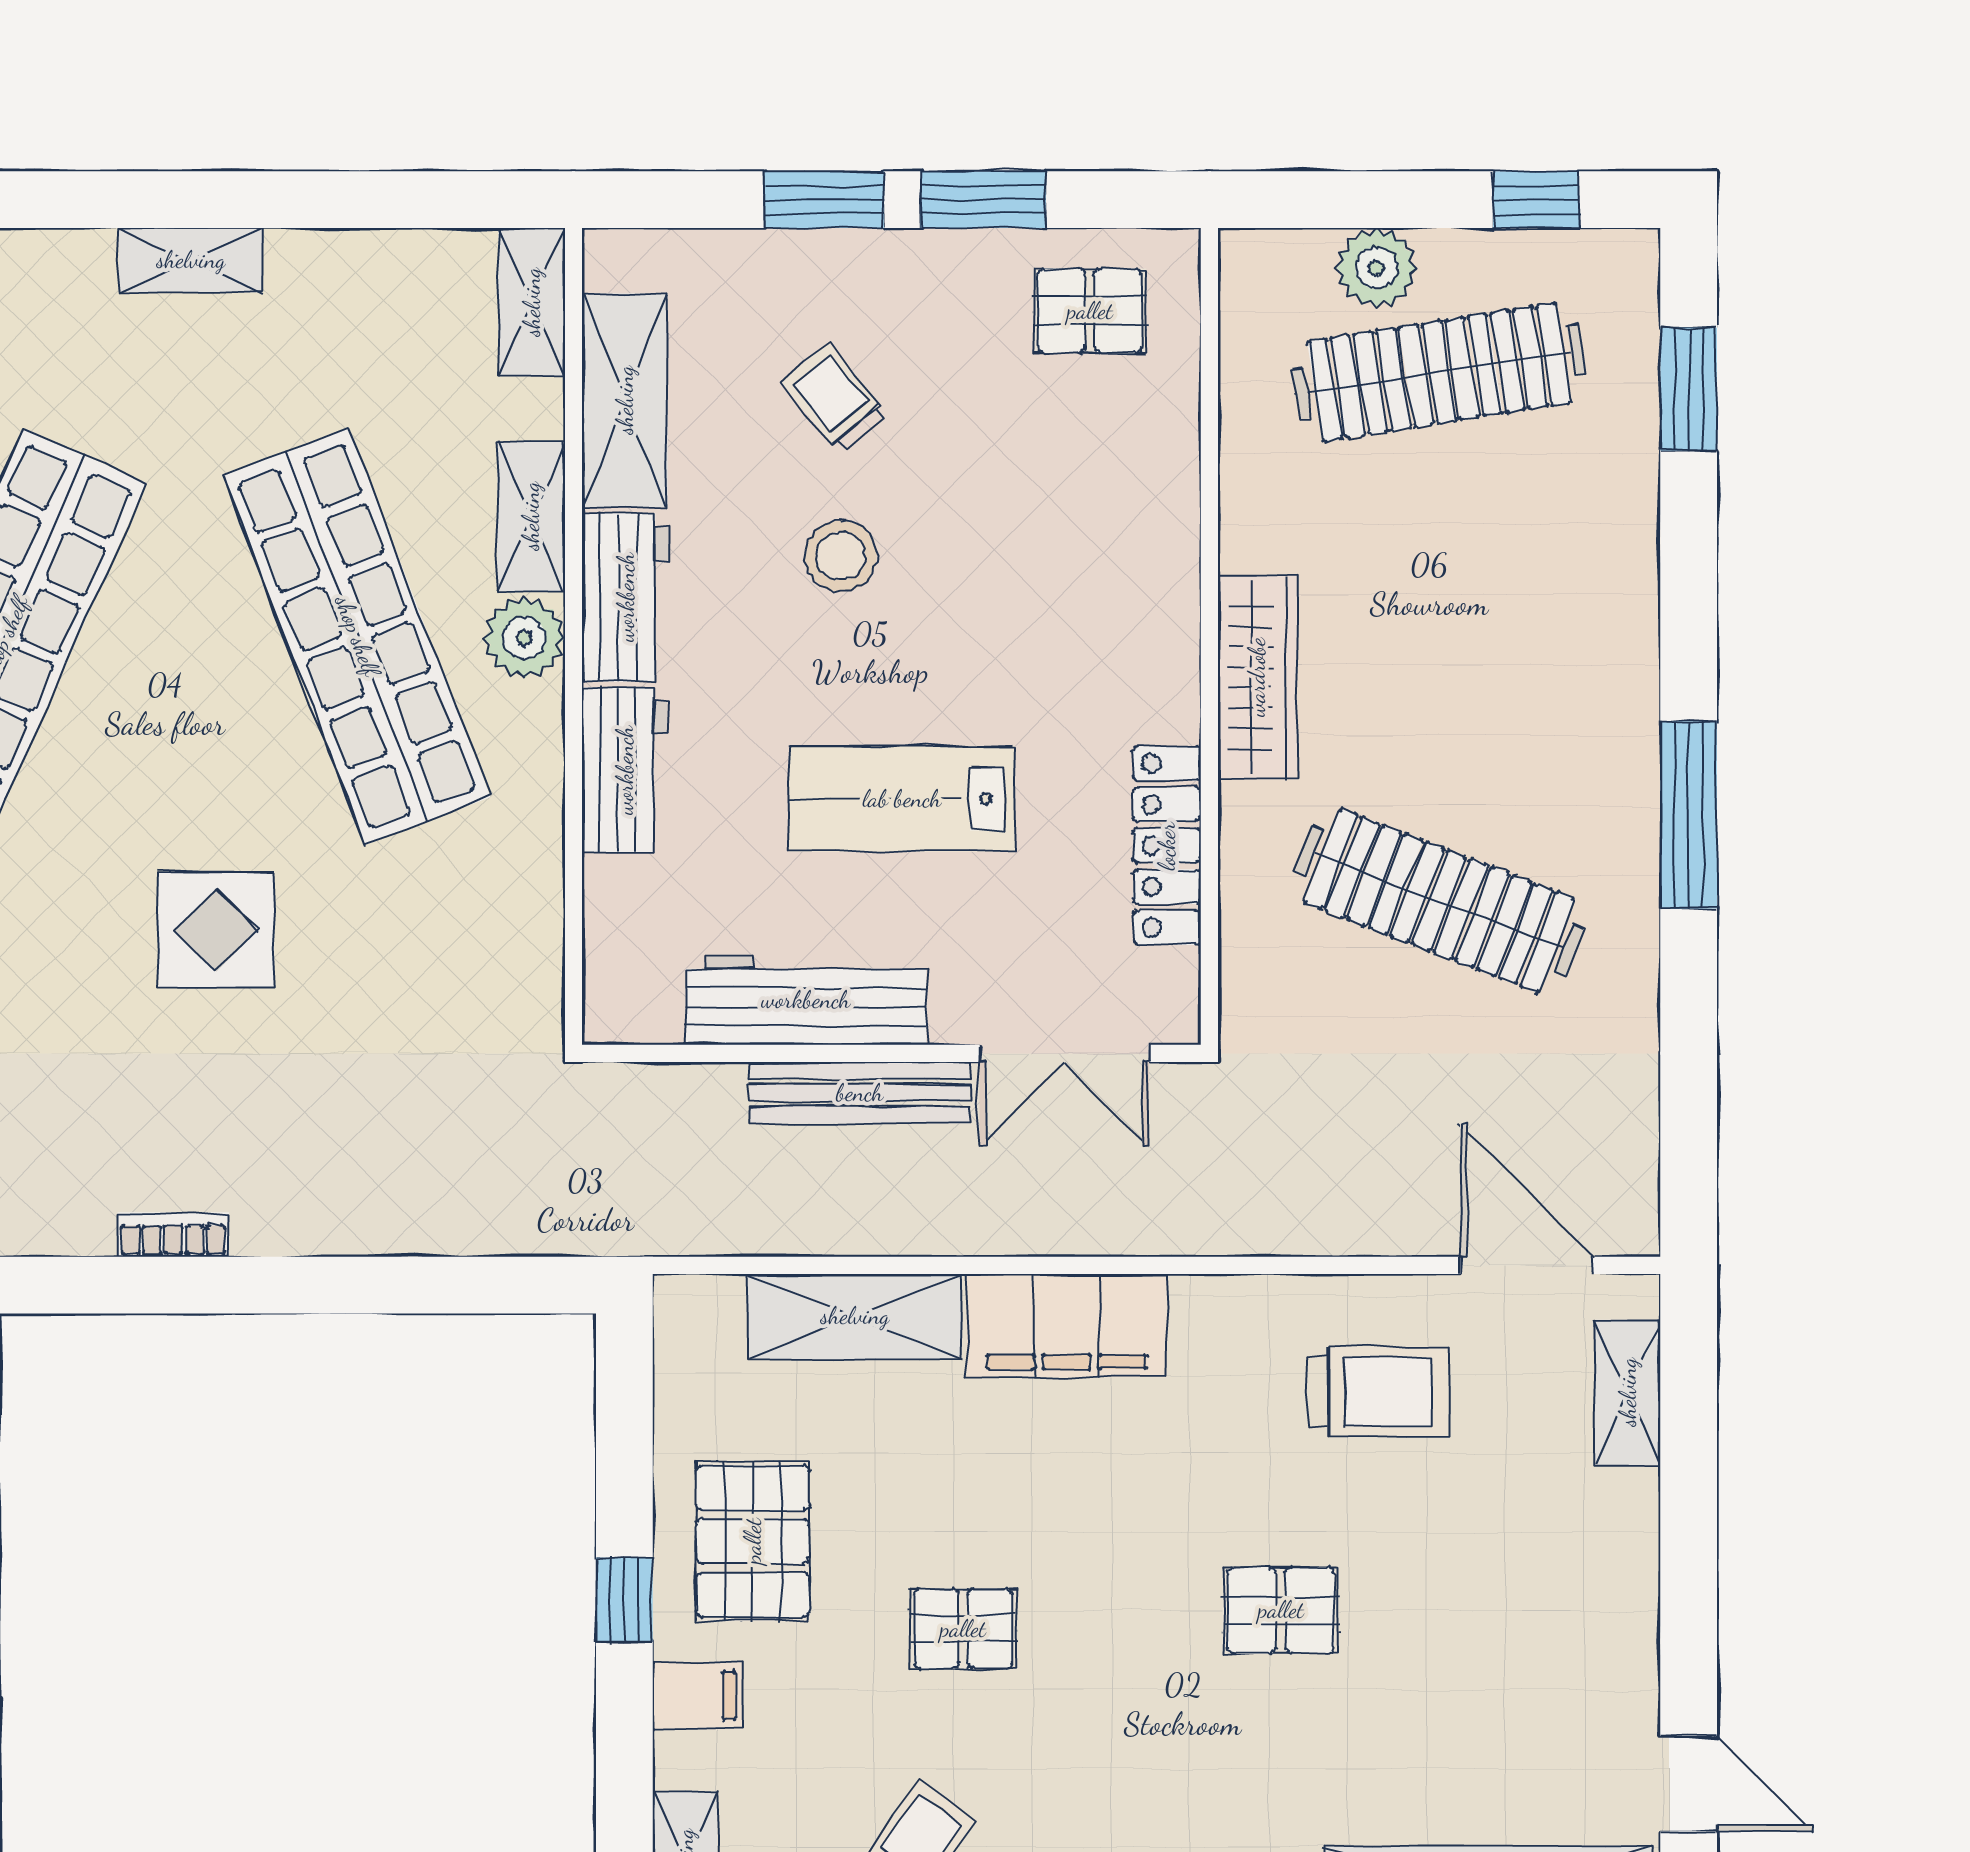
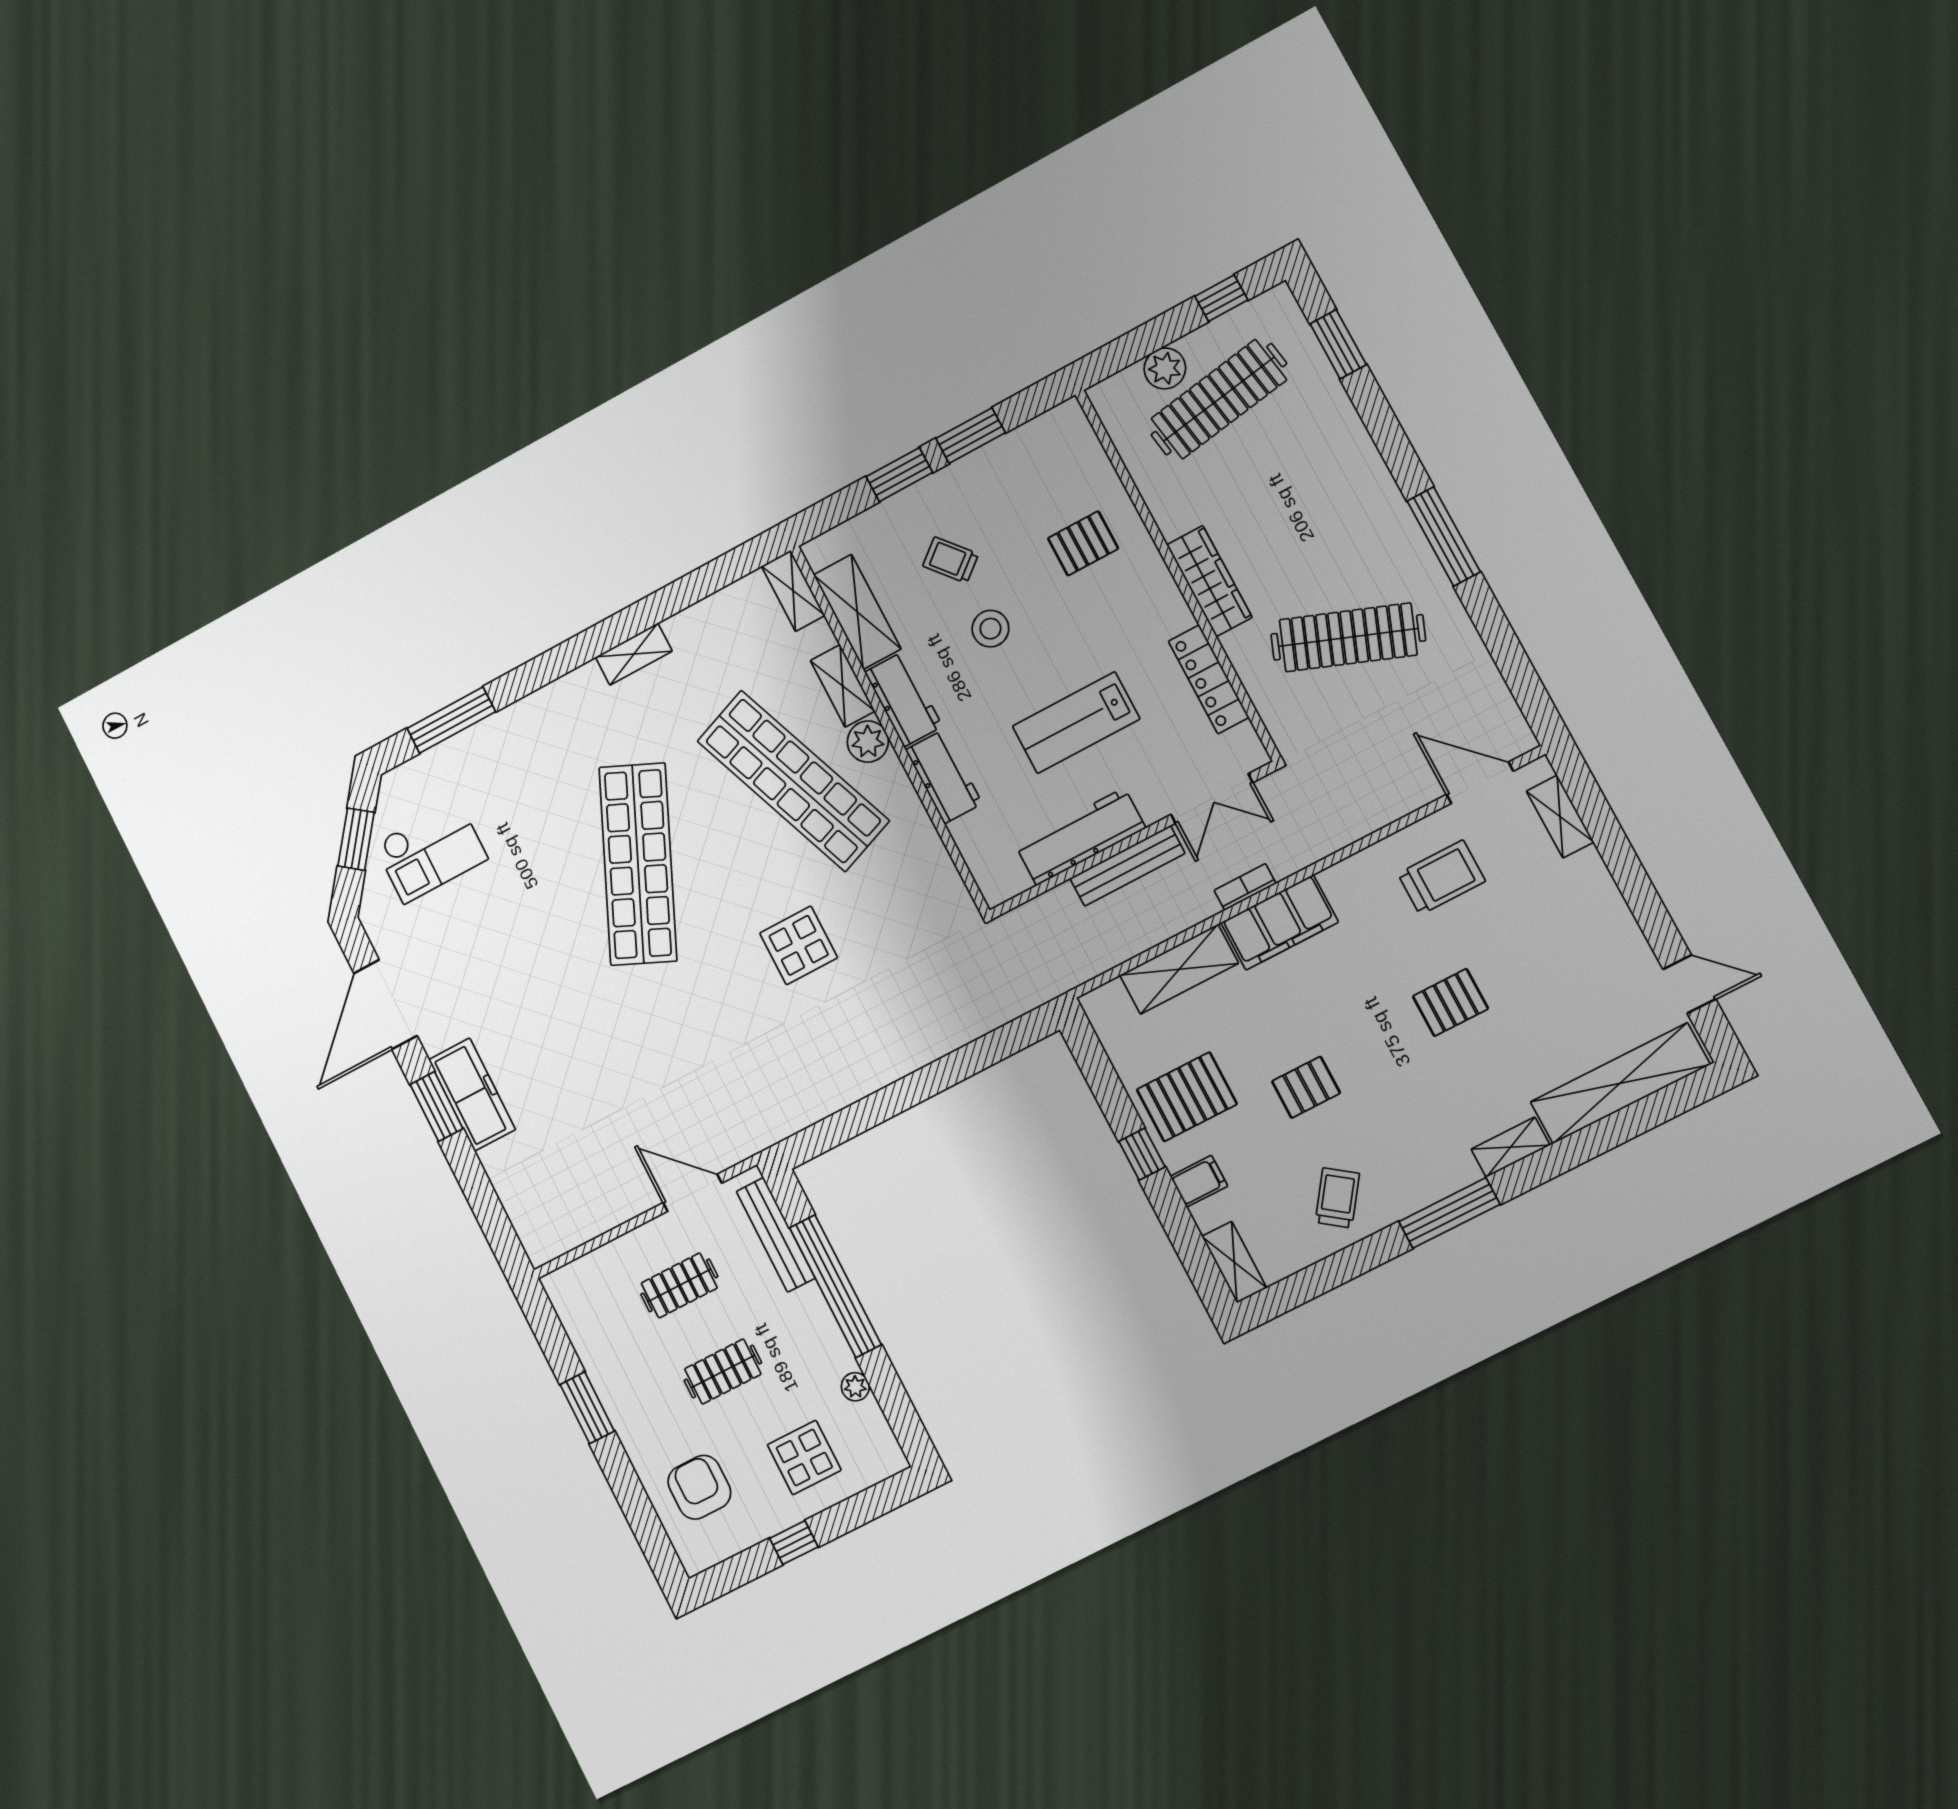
pallet: (1090, 311) -> (1083, 543), moved
bookcase: (173, 1235) -> (1245, 887), moved
pallet: (753, 1541) -> (1187, 1097), turned 90

